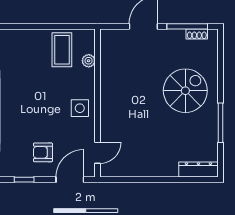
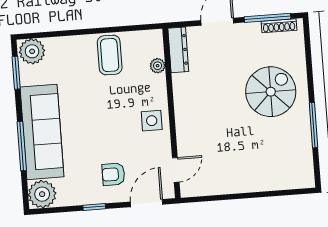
shoe rack: (197, 34) -> (279, 26), width x1.43
coffee table: (62, 50) -> (110, 55), moved
dresser: (198, 170) -> (178, 50), moved, turned 90

